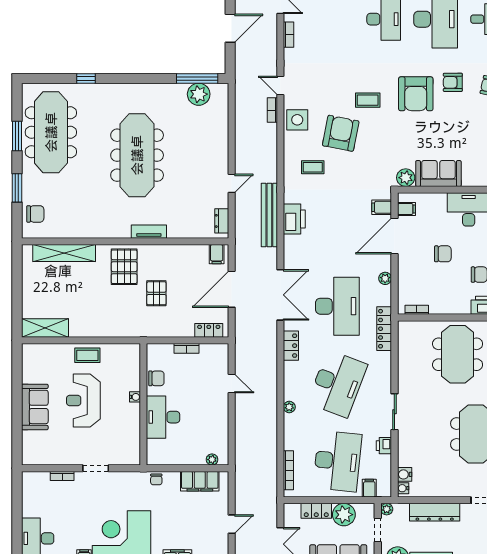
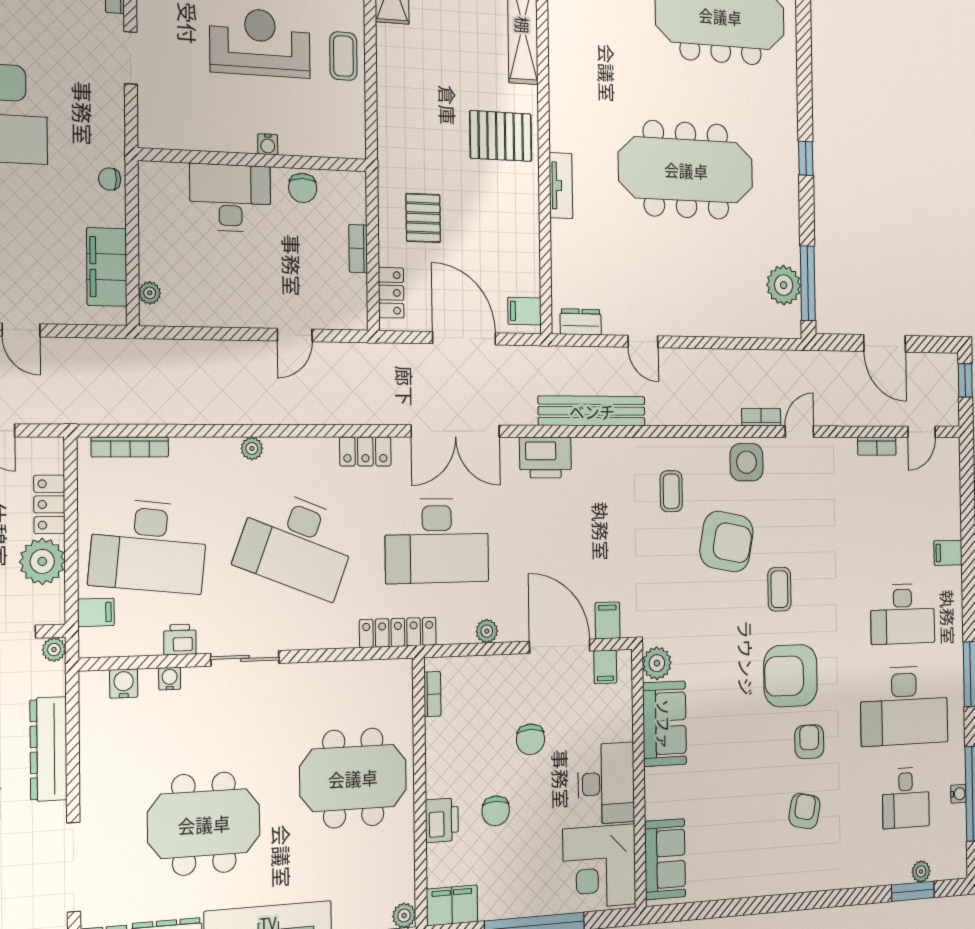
window: (86, 79) -> (806, 158), moved
printer: (294, 219) -> (545, 457), moved
pallet: (156, 293) -> (423, 218), moved, turned 90
water cooler: (403, 488) -> (170, 679), moved

